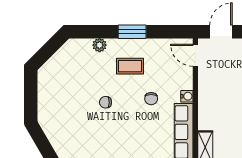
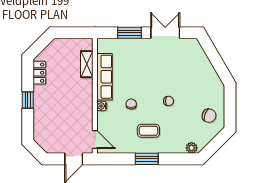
plant: (100, 45) -> (192, 148), moved
chair: (56, 84) -> (209, 116), added

